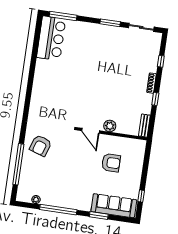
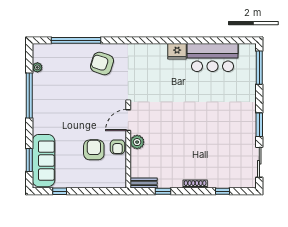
bar counter: (51, 38) -> (212, 58), moved
fridge: (40, 82) -> (177, 51), added
window: (155, 99) -> (163, 191), moved
armchair: (111, 143) -> (118, 147), added
armchair: (111, 163) -> (94, 150), turned 180
window: (99, 216) -> (29, 160), moved

